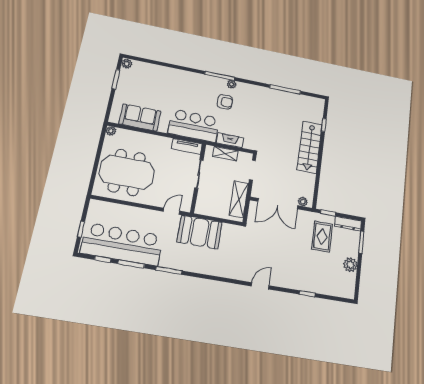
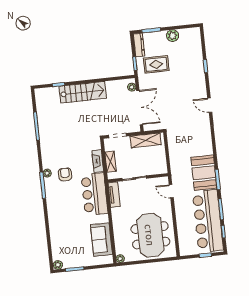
booth: (200, 232) -> (204, 173), moved

